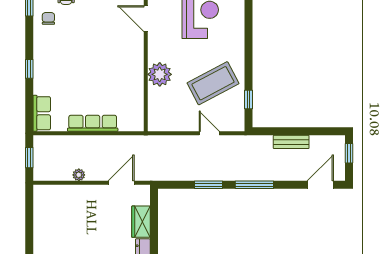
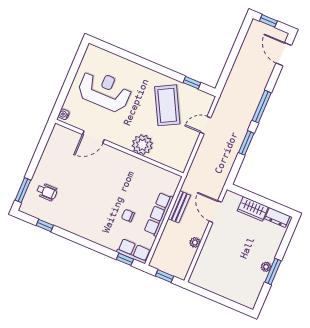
chair: (48, 18) -> (128, 216), moved
window: (29, 69) -> (125, 259), moved
bench: (291, 142) -> (179, 207), moved

